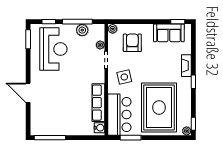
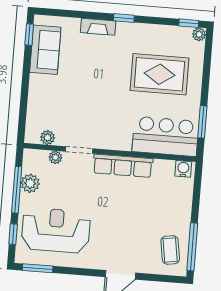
plant: (113, 29) -> (48, 137), moved
armchair: (132, 43) -> (56, 107), removed
side table: (124, 77) -> (108, 124), removed
row of seats: (98, 103) -> (123, 166), moved
rug: (159, 108) -> (159, 74), width x0.73, depth x0.69
coffee table: (47, 123) -> (170, 250), added

